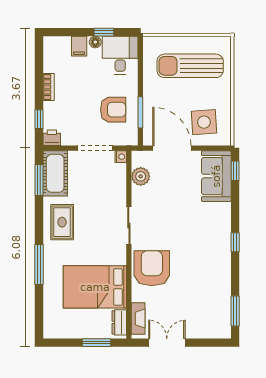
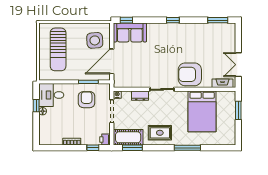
filing cabinet: (79, 46) -> (45, 122), removed
plant: (141, 176) -> (130, 82), removed
dresser: (119, 322) -> (140, 96), moved

